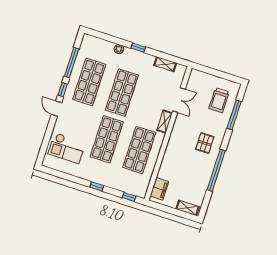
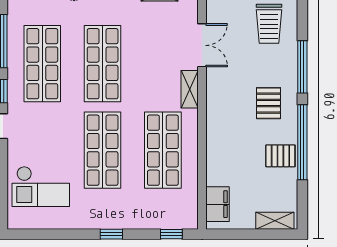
window: (234, 115) -> (302, 67), moved
pallet: (202, 174) -> (280, 156), added

